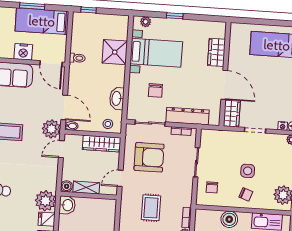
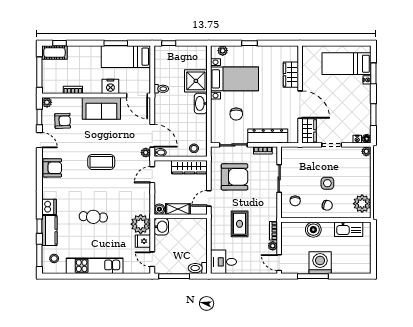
washbasin: (117, 98) -> (201, 103), moved
plant: (51, 129) -> (146, 153), width x0.53, depth x0.53

